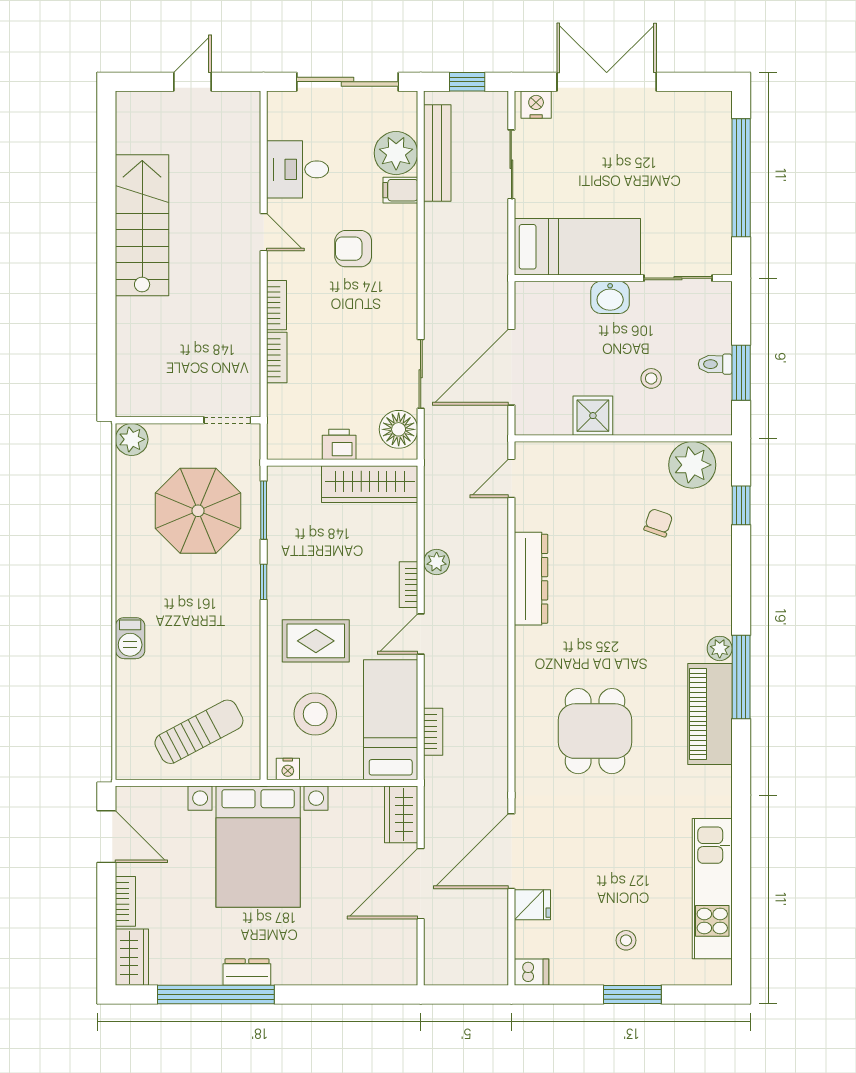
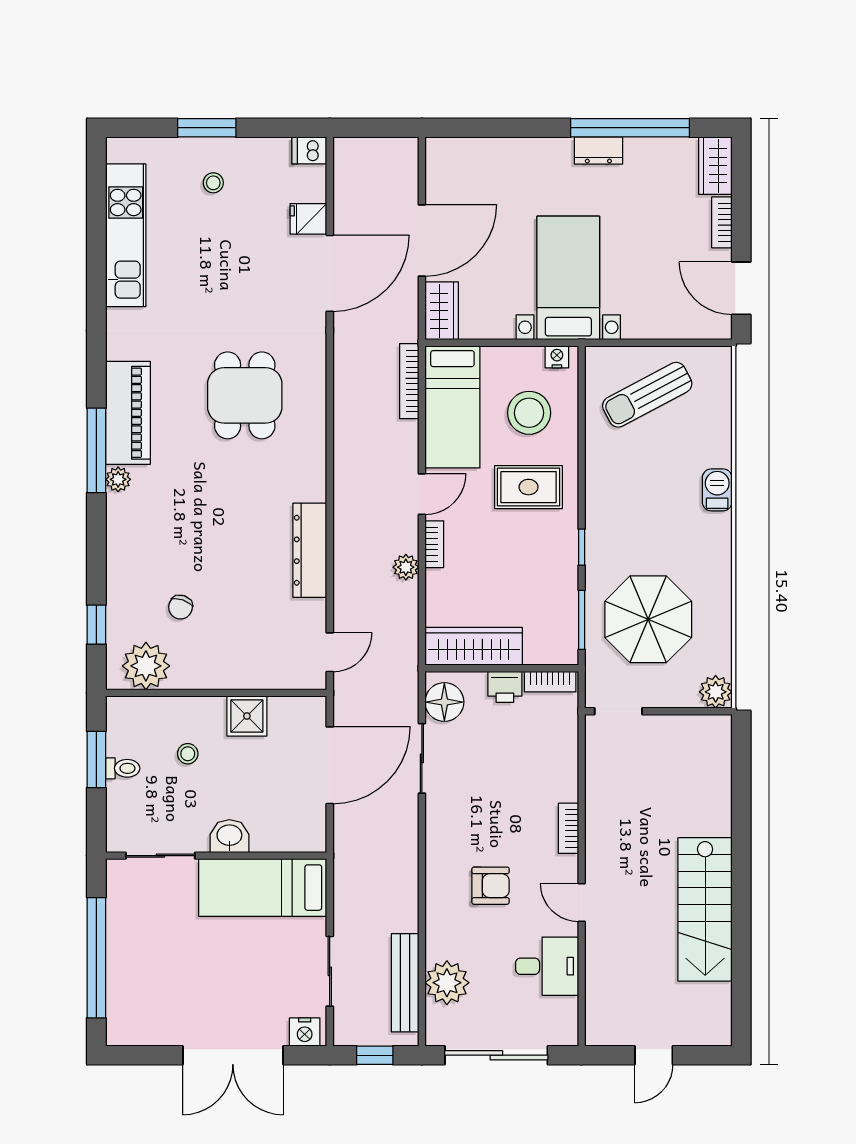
filing cabinet: (400, 190) -> (443, 945), removed
bookcase: (277, 358) -> (550, 682), moved, turned -90
bookcase: (433, 732) -> (409, 381), width x1.56
bed with nightstands: (258, 847) -> (568, 278), width x0.73

